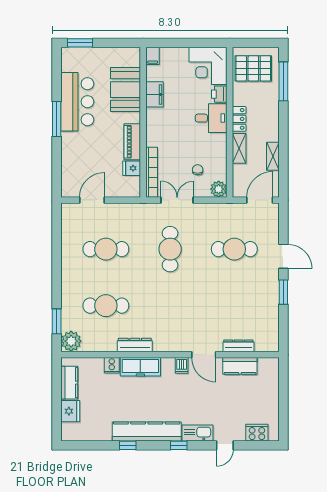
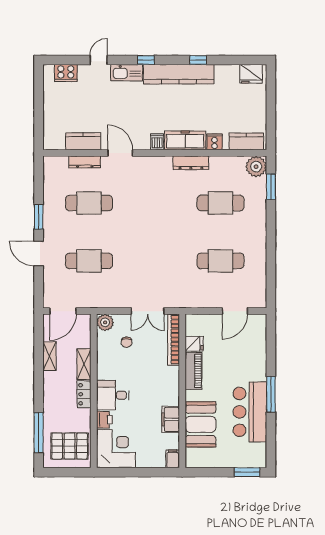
cafe table: (170, 249) -> (89, 203), moved, turned 90
dishwasher: (182, 365) -> (157, 142), moved
kitchen counter: (69, 383) -> (246, 141), moved, turned 90
fridge: (70, 411) -> (251, 74), moved, turned -90

